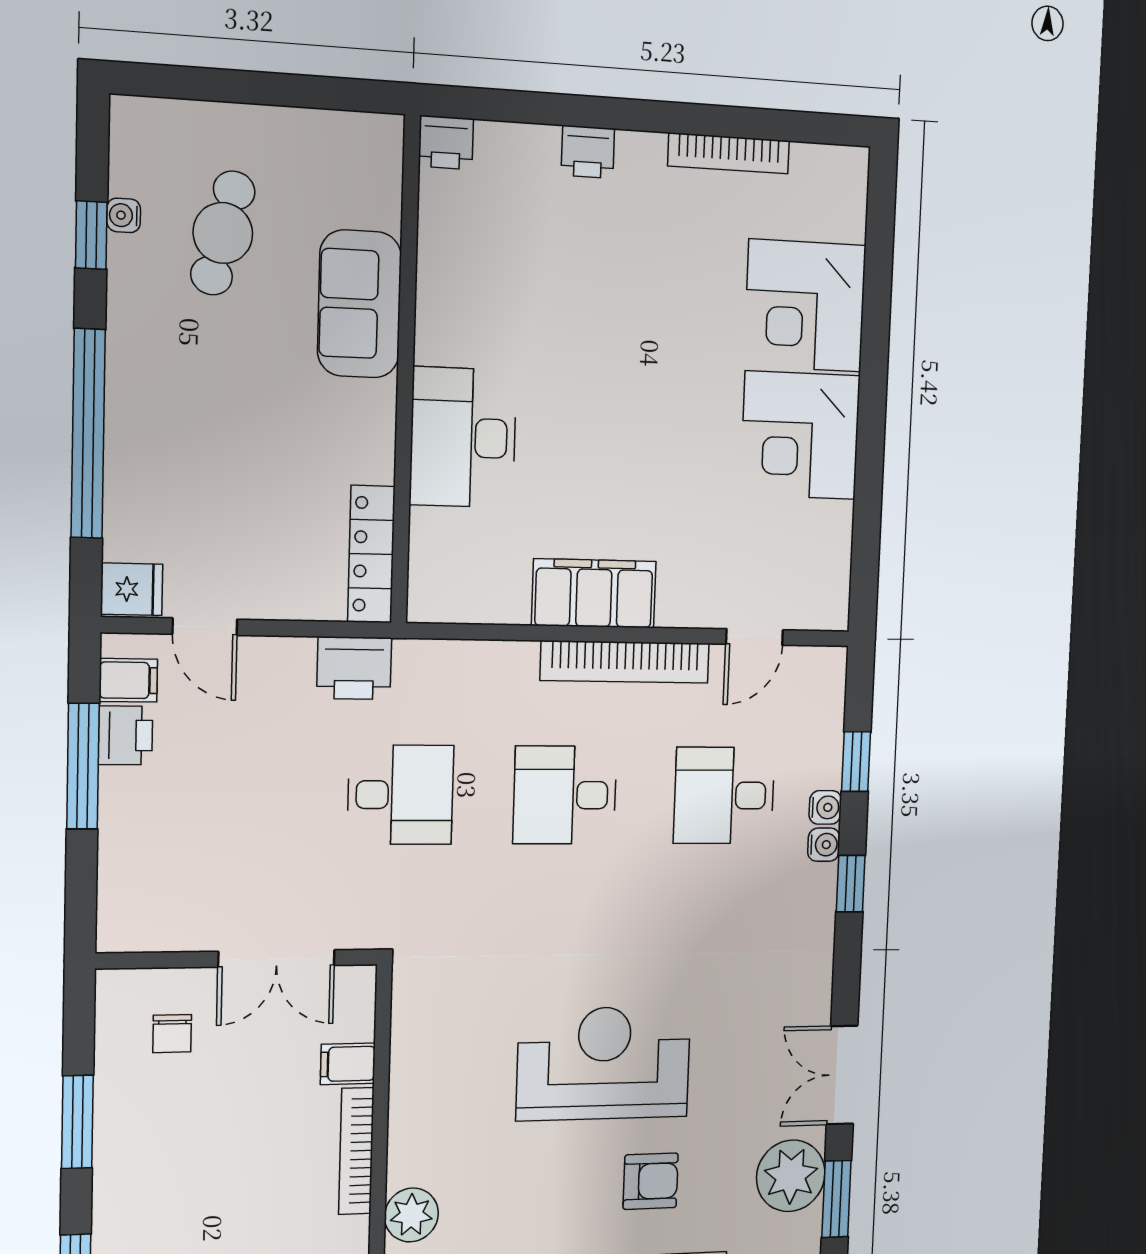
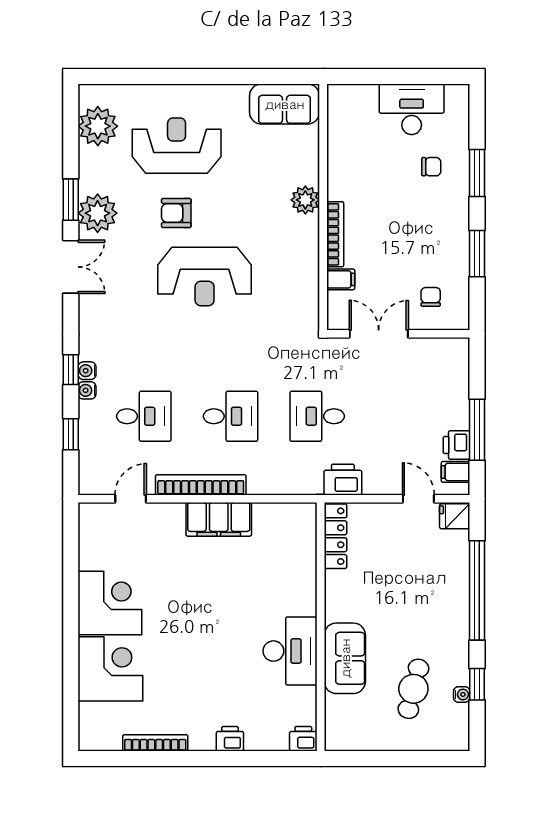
desk: (463, 437) -> (290, 651), moved
water cooler: (825, 807) -> (87, 371), moved

